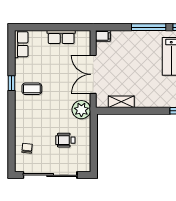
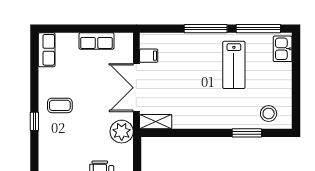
filing cabinet: (103, 36) -> (149, 56), moved
window: (12, 83) -> (34, 121), moved
shelving: (121, 102) -> (156, 122), moved

